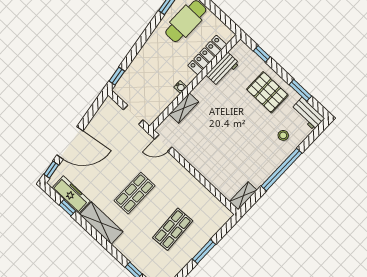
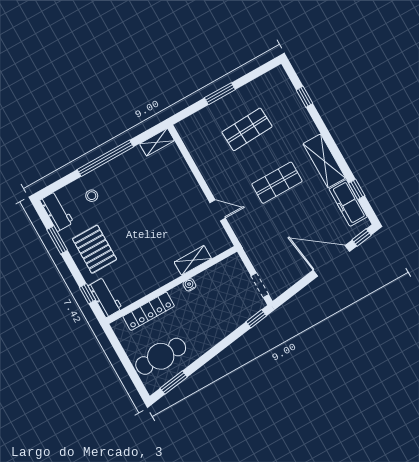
workbench: (223, 69) -> (105, 297), moved, turned 90
doorway: (133, 115) -> (260, 285), moved
door: (163, 143) -> (218, 210), moved

